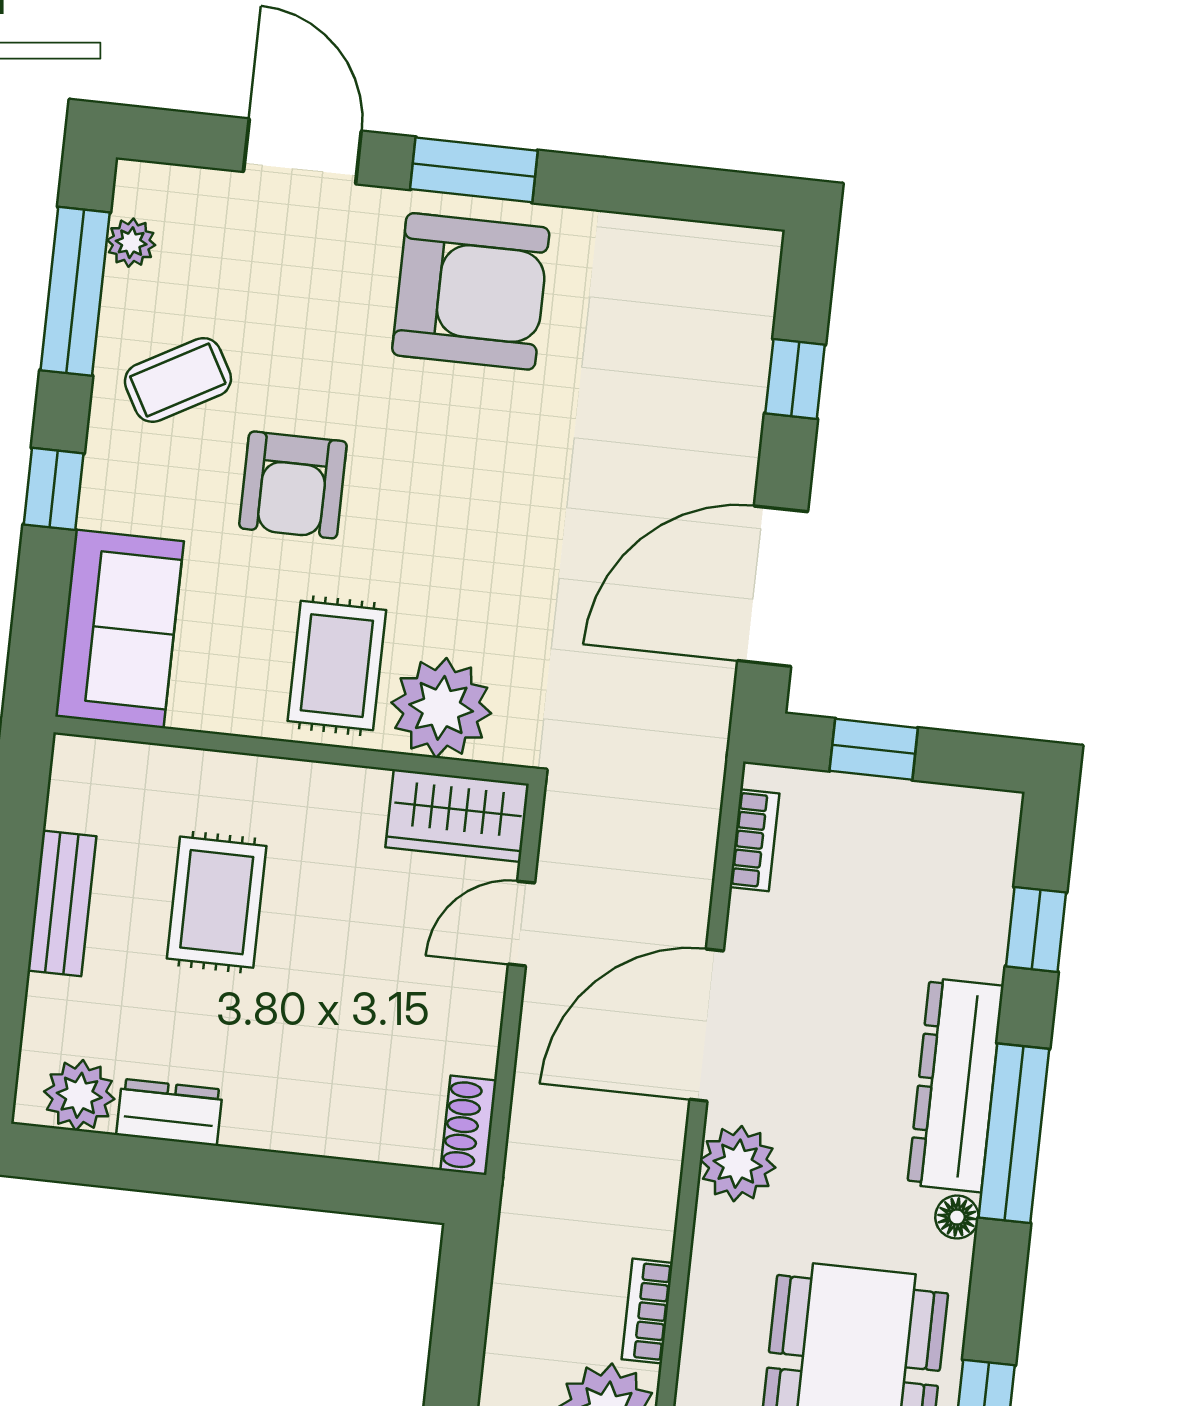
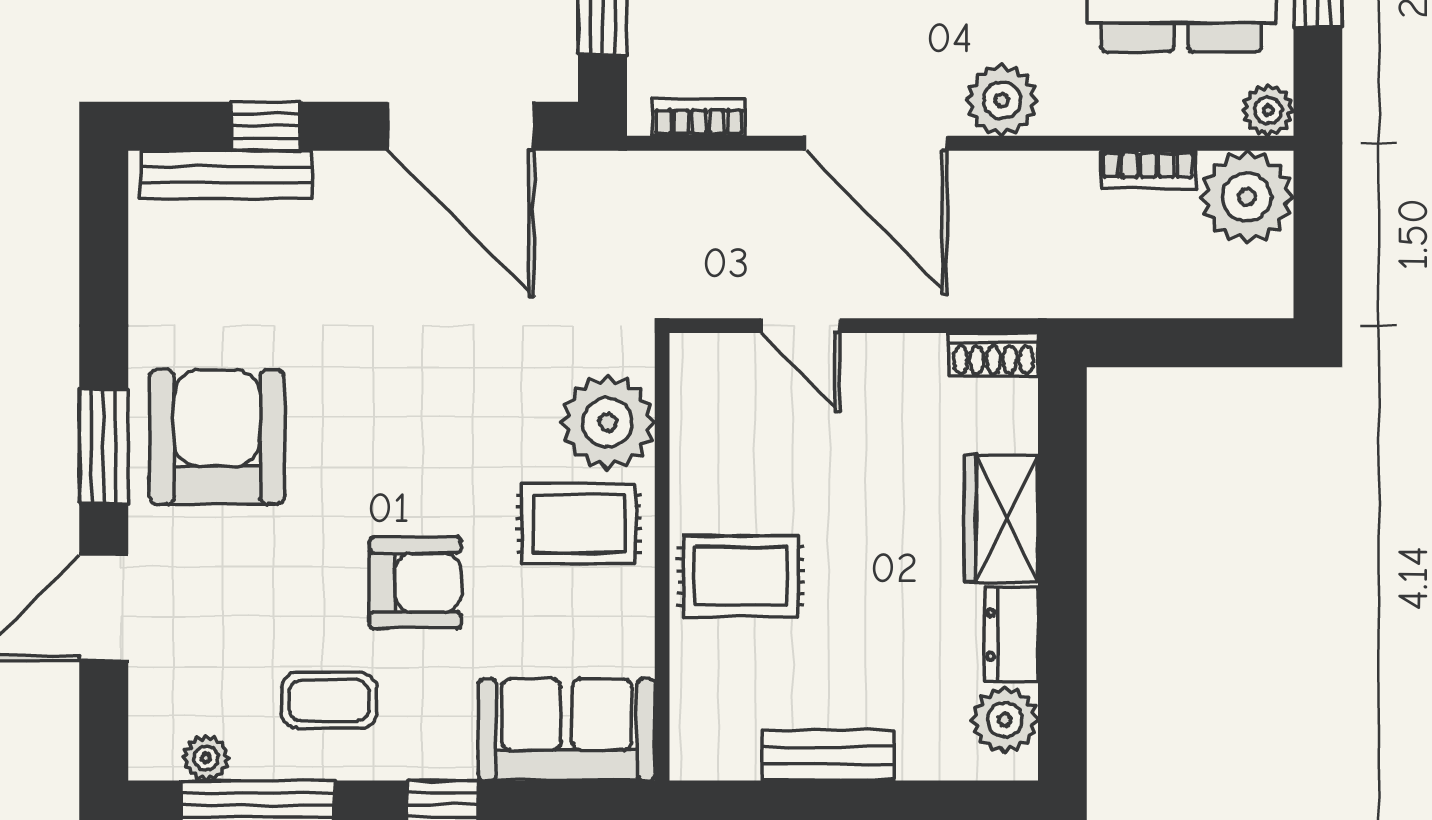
bench: (748, 331) -> (226, 174), added
coffee table: (178, 380) -> (329, 700), turned -61
wardrobe: (457, 816) -> (1001, 519), moved, turned 180
rug: (217, 902) -> (741, 576), moved

